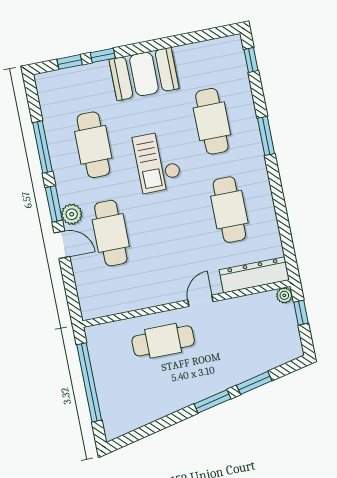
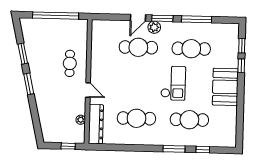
window: (251, 60) -> (203, 150), moved
checkout: (157, 162) -> (173, 83), turned 90
plant: (284, 295) -> (81, 120), moved
cafe table: (163, 341) -> (70, 63), width x0.73, depth x0.74
window: (254, 383) -> (23, 54), moved

